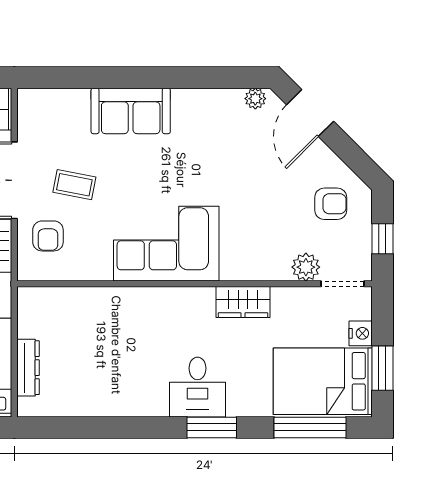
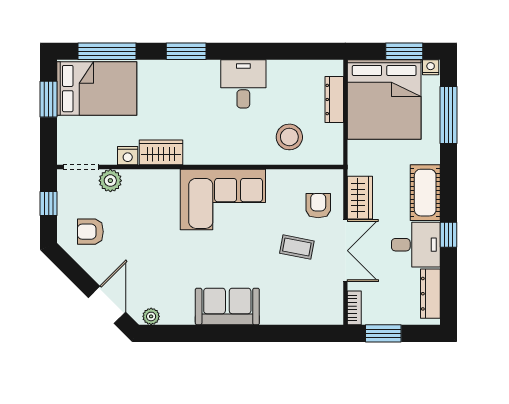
sofa: (131, 111) -> (227, 306), moved
stool: (84, 321) -> (289, 137), added
nightstand: (361, 333) -> (128, 156), moved, turned -90
desk: (198, 387) -> (243, 84), moved

